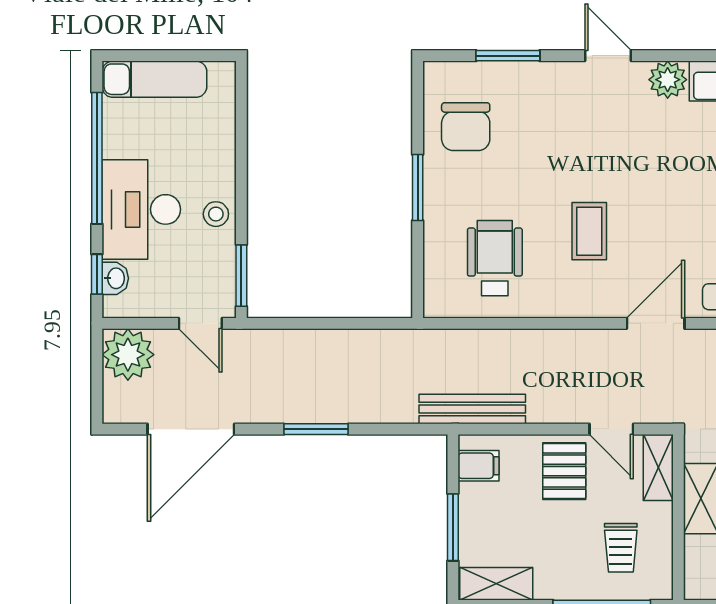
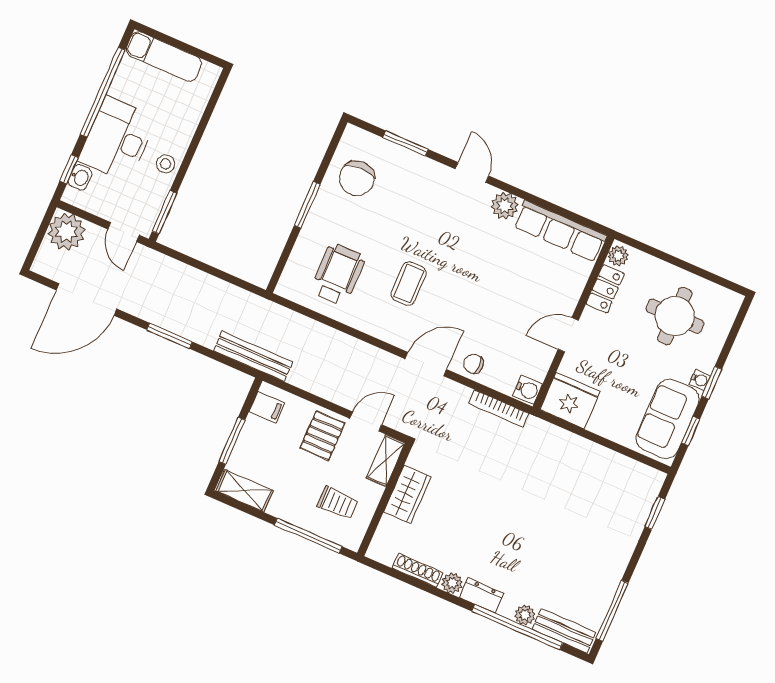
bench: (472, 409) -> (253, 356), moved
door: (611, 429) -> (366, 421), swing flipped
trolley: (621, 548) -> (338, 503), turned -90

